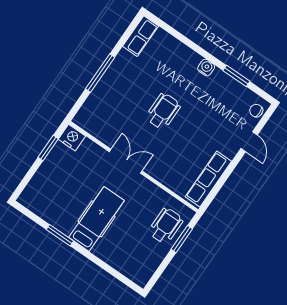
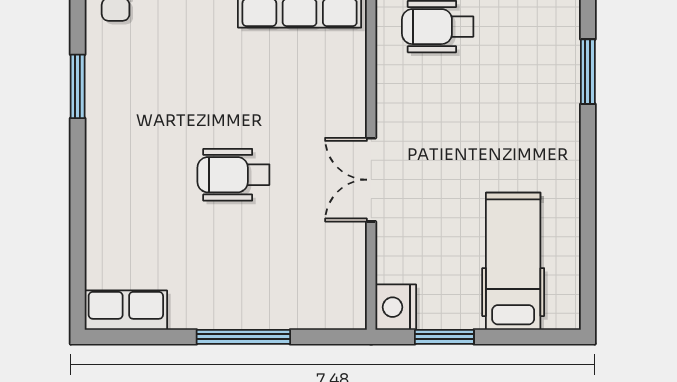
water cooler: (206, 68) -> (100, 152), removed
hospital bed: (97, 219) -> (513, 261), moved, turned 90
window: (60, 235) -> (588, 72), moved

